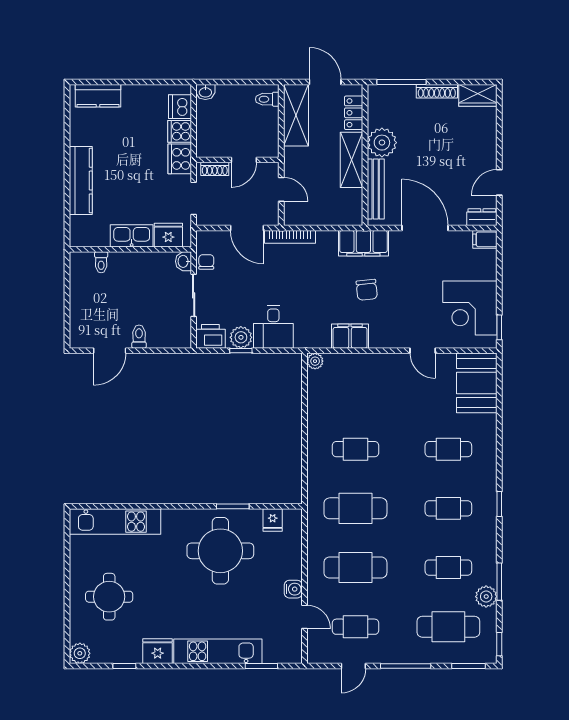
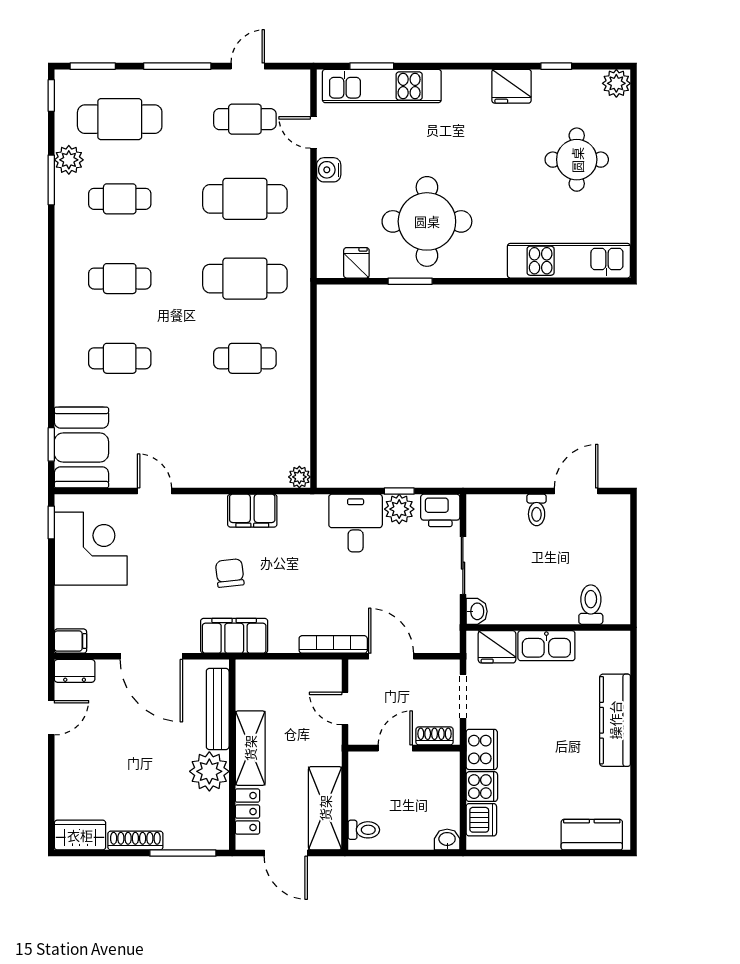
toilet: (101, 262) -> (591, 605), width x1.37, depth x1.39
chair: (206, 262) -> (446, 611), removed
window: (499, 504) -> (51, 444), moved
kitchen unit: (218, 651) -> (382, 86), moved

